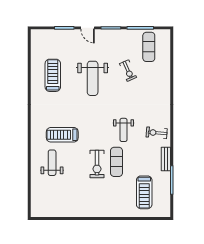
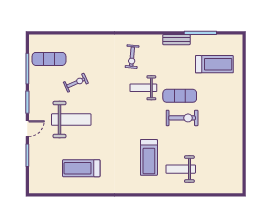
weight bench: (93, 78) -> (71, 120), moved
weight bench: (123, 130) -> (143, 88), turned 180
exercise bike: (157, 133) -> (132, 57), moved

